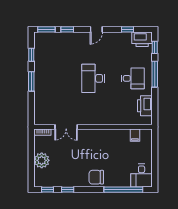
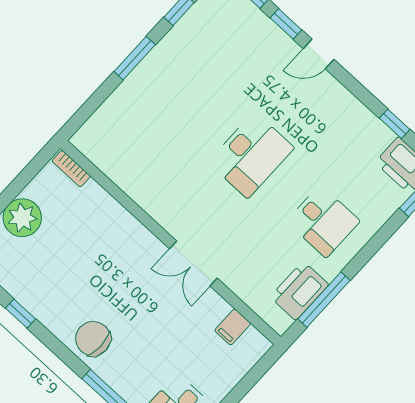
door: (96, 29) -> (319, 54), moved
window: (155, 74) -> (324, 300), moved
desk: (93, 78) -> (251, 155), turned 180
double door: (66, 127) -> (193, 263), moved

